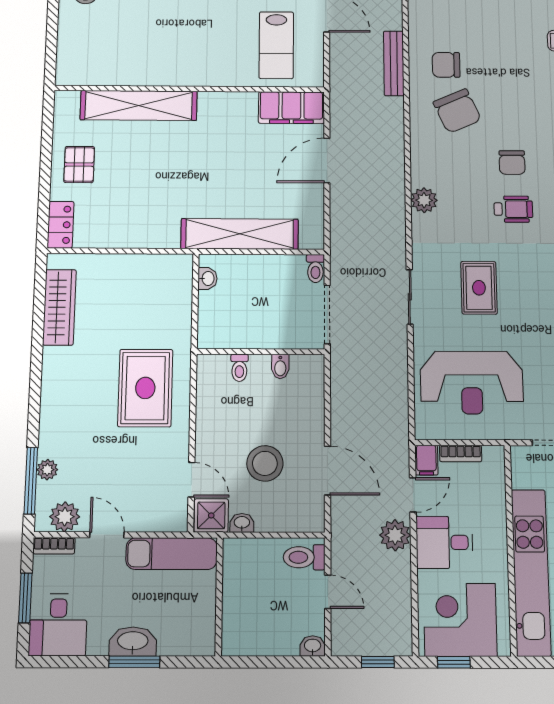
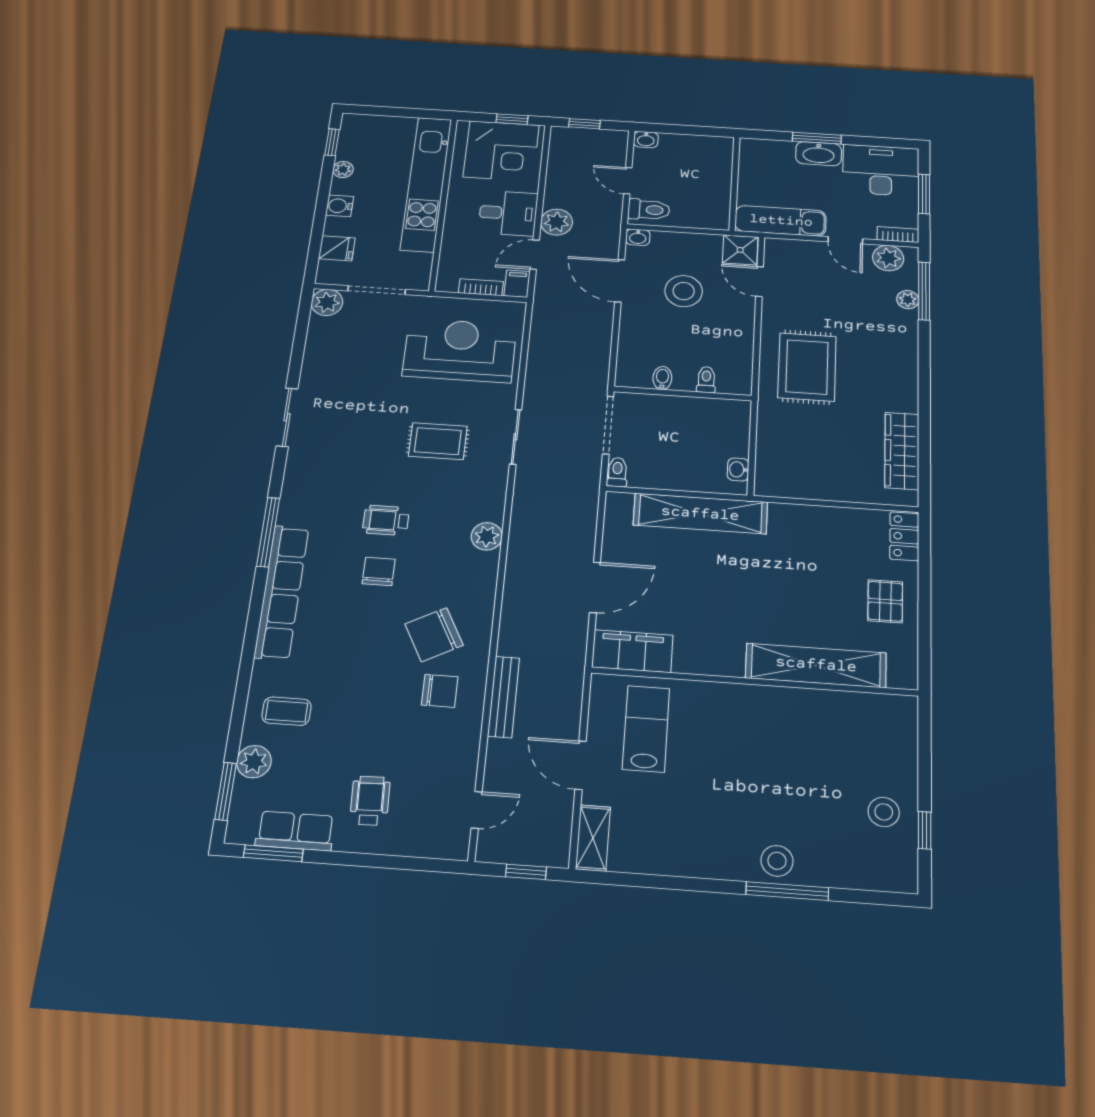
chair: (457, 111) -> (434, 635), turned -94
rug: (479, 288) -> (438, 441), turned 90
washbasin: (242, 523) -> (638, 237), moved
desk: (58, 625) -> (881, 170), width x1.37

